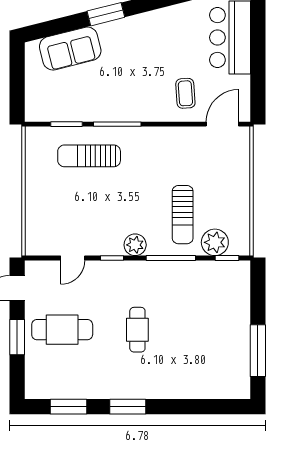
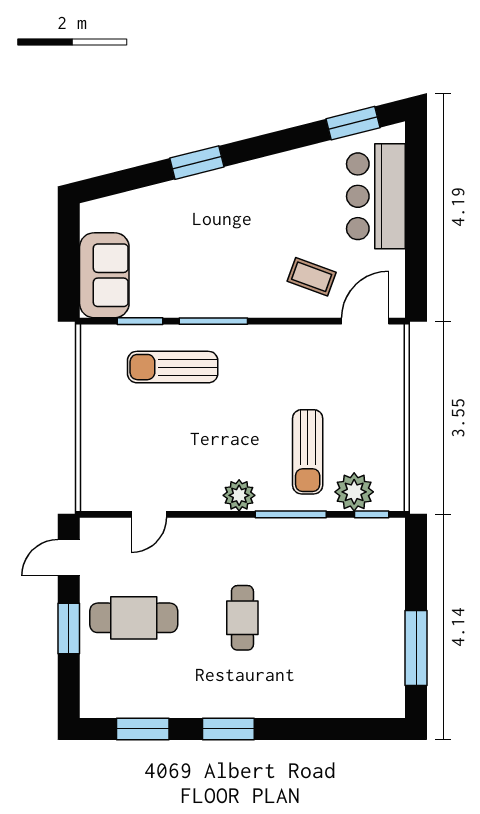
sofa: (70, 49) -> (104, 275), moved, turned -76
coffee table: (185, 93) -> (312, 277), turned -66
window: (112, 258) -> (206, 514), removed

